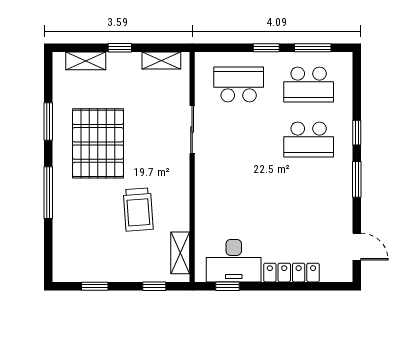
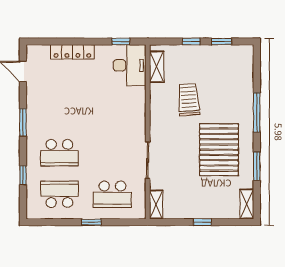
window: (313, 48) -> (56, 222), removed
shelving: (86, 61) -> (247, 204), moved, turned 90
shelving: (161, 61) -> (156, 204), moved, turned 90
window: (357, 133) -> (23, 175), moved
school desk: (309, 139) -> (59, 153), turned 180
desk: (234, 261) -> (130, 65), moved, turned 90
window: (154, 286) -> (191, 41), moved

